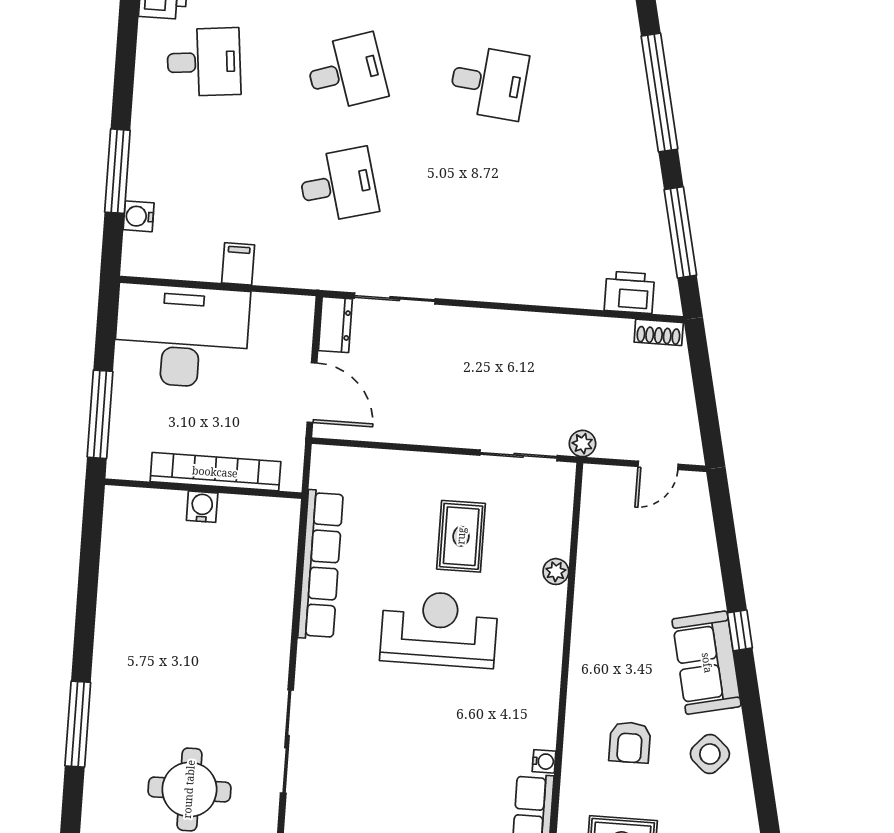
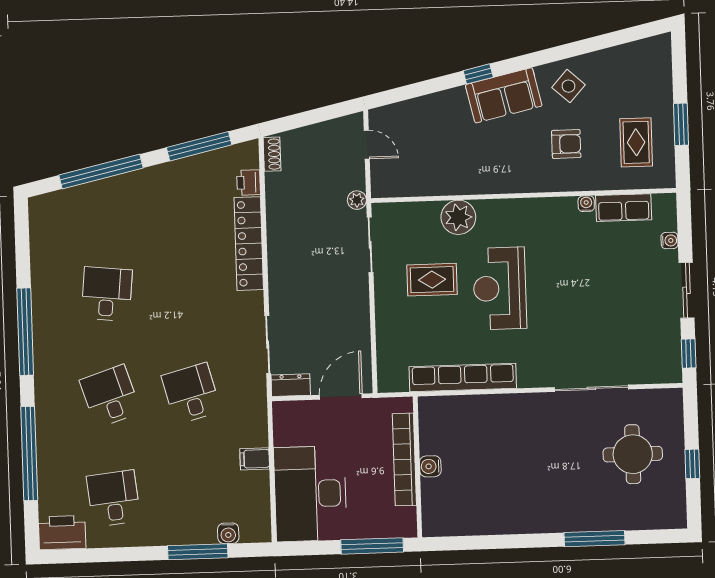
locker: (538, 287) -> (249, 244), added
printer: (629, 292) -> (249, 183), width x0.73, depth x0.81
plant: (556, 572) -> (458, 217), width x1.88, depth x1.88

